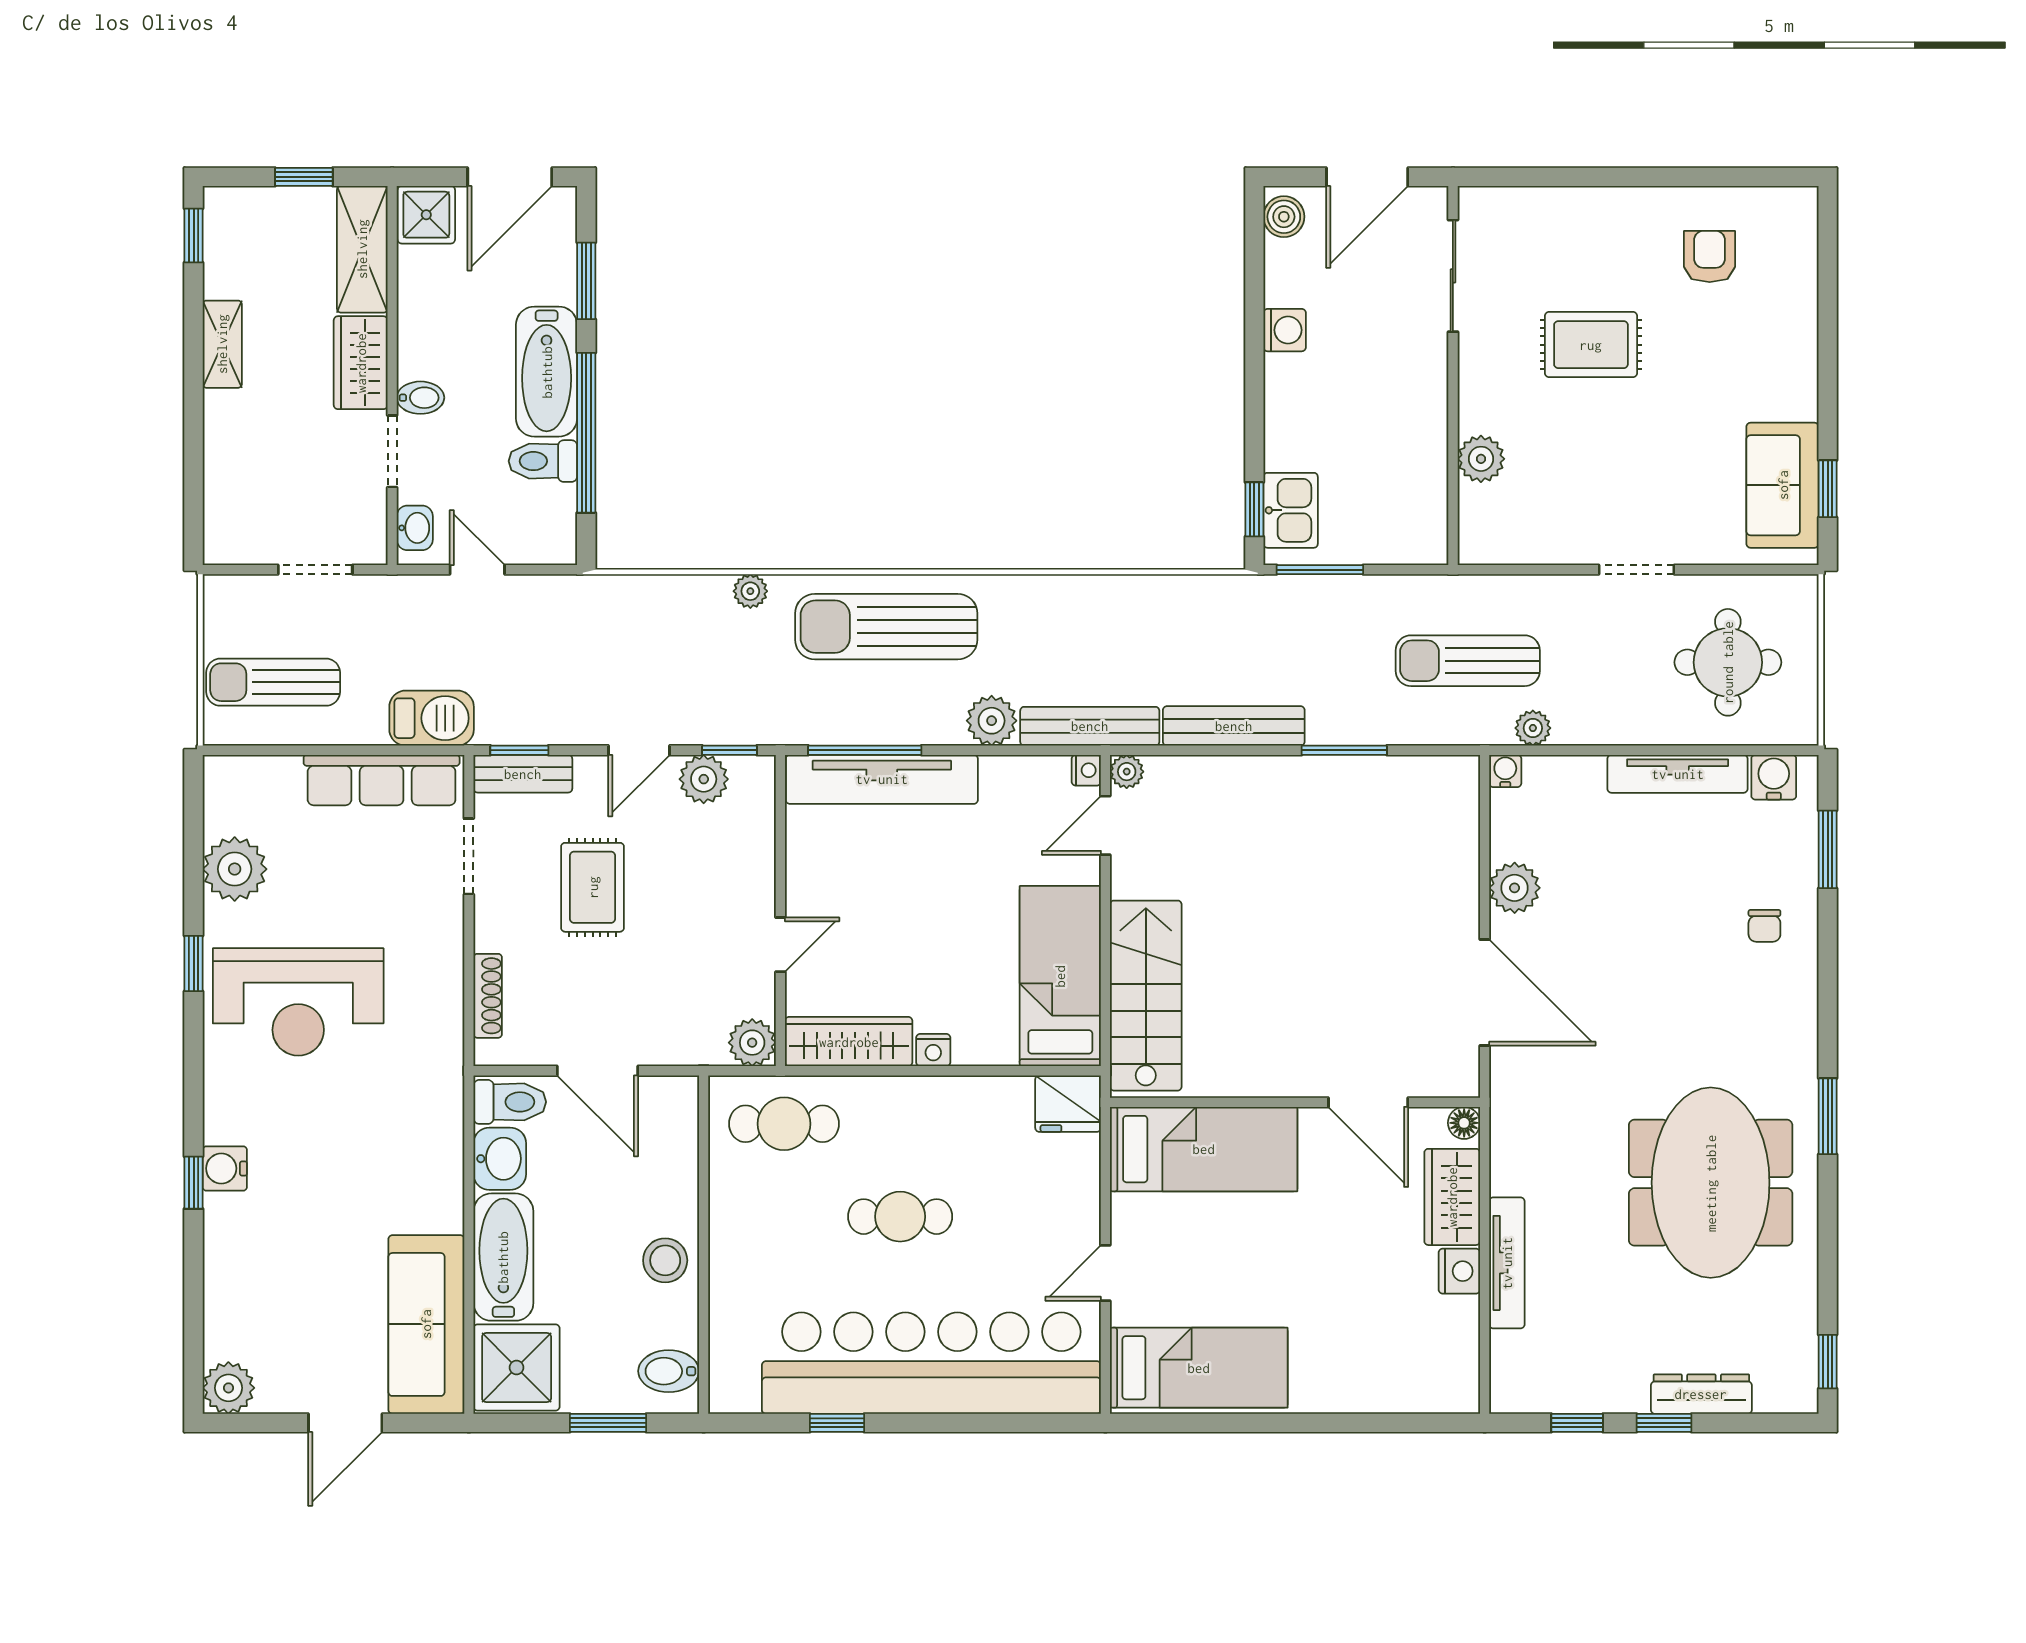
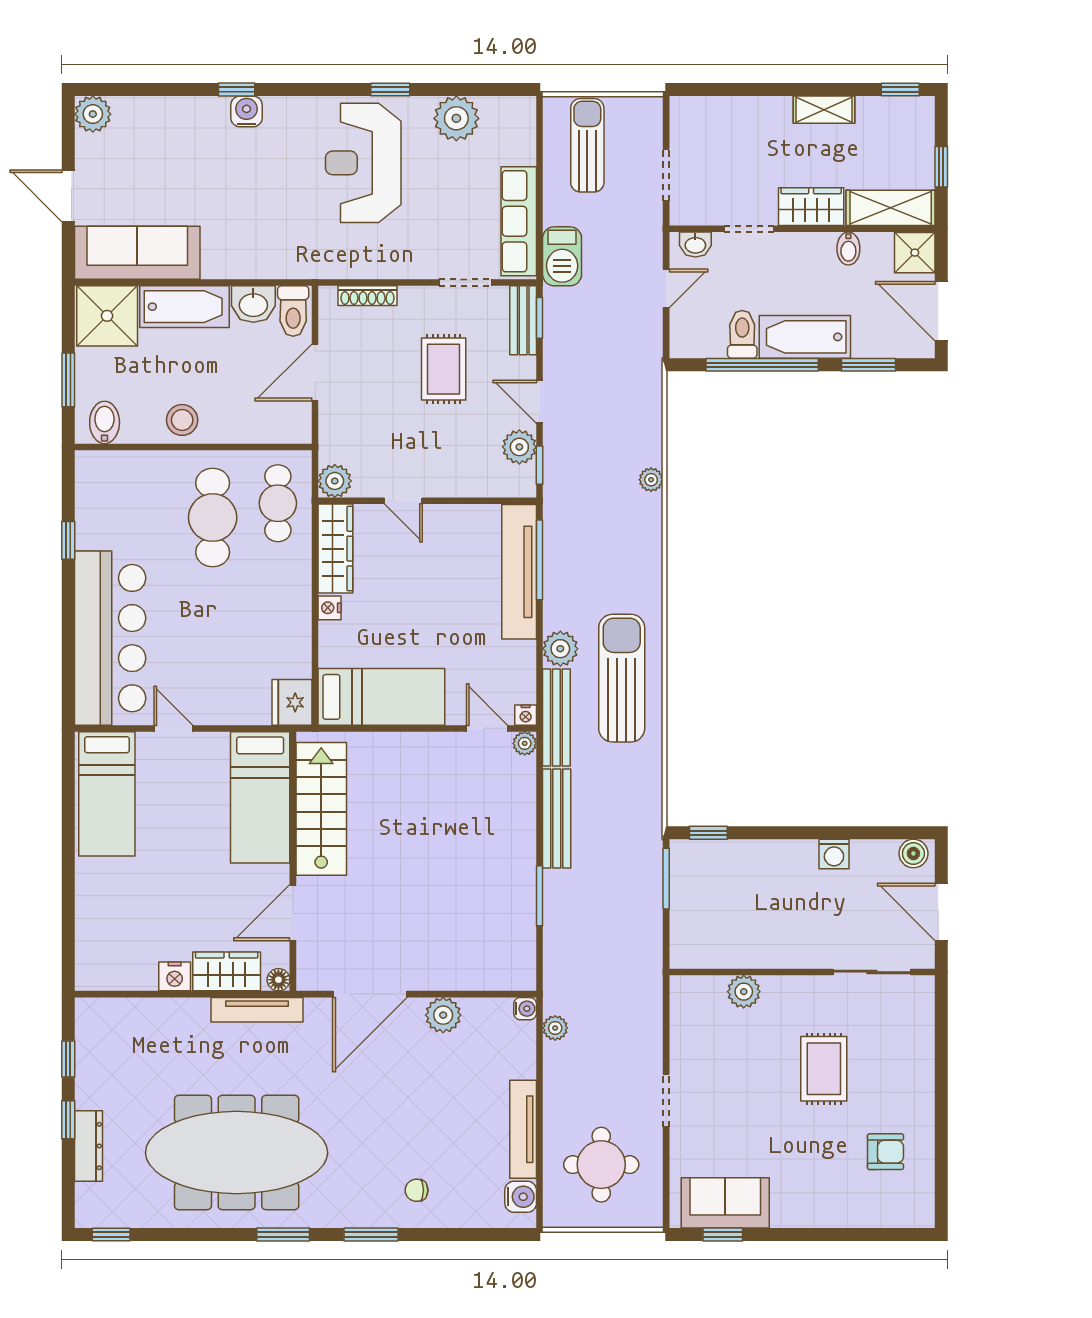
bidet: (420, 398) -> (848, 249), moved
kitchen sink: (1291, 510) -> (708, 858), removed
sun lounger: (886, 627) -> (622, 678), moved
sun lounger: (1468, 661) -> (602, 982), removed
window: (1828, 849) -> (371, 1235), moved
rug: (593, 887) -> (444, 369), turned 90
stairs: (1146, 996) -> (321, 809), moved, turned -90
meeting table: (1711, 1183) -> (237, 1153), width x1.36
cafe table: (900, 1217) -> (213, 518), moved, width x1.37, depth x1.35
tv unit: (1507, 1263) -> (257, 1010), moved
bar counter: (931, 1363) -> (110, 638), width x0.73

